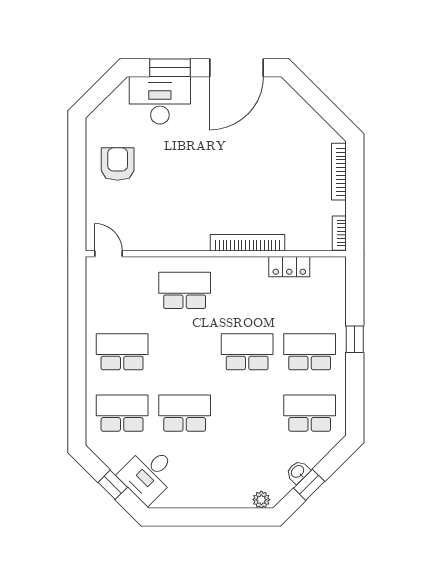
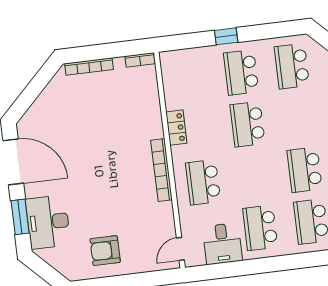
bookcase: (248, 243) -> (161, 170), moved
locker: (289, 267) -> (176, 128), moved
desk: (109, 304) -> (222, 244), added

